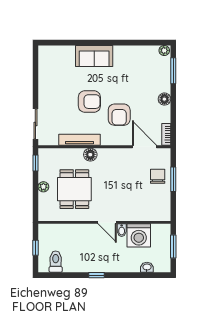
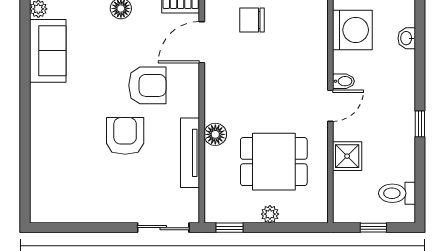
sofa: (94, 56) -> (48, 51), moved
shower: (78, 232) -> (347, 156), added
washing machine: (139, 235) -> (352, 30), moved

